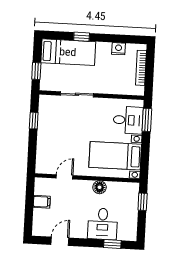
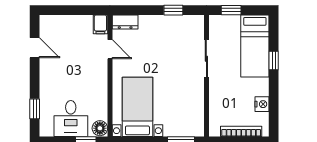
desk: (128, 120) -> (180, 120), removed
dresser: (42, 162) -> (125, 22), added
floor lamp: (99, 187) -> (100, 128), moved
filing cabinet: (42, 202) -> (100, 24), moved
desk: (103, 224) -> (71, 119), moved, turned -90

